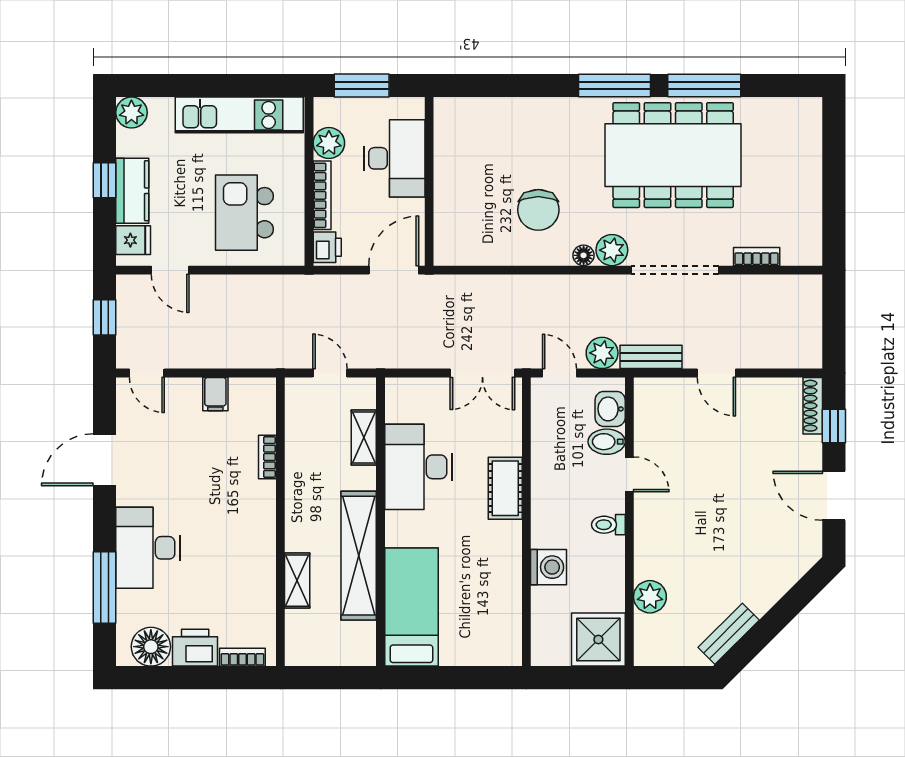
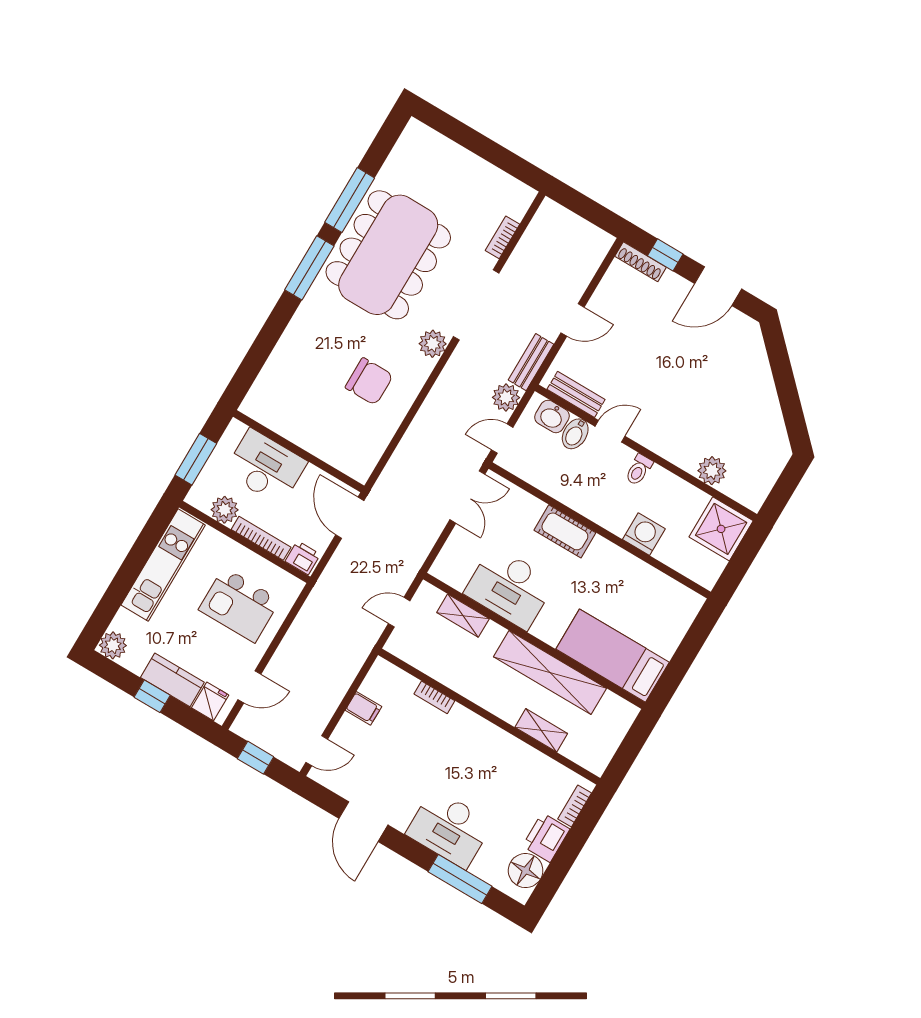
floor lamp: (584, 255) -> (424, 368), removed
bench: (729, 634) -> (576, 394), moved, turned -45

